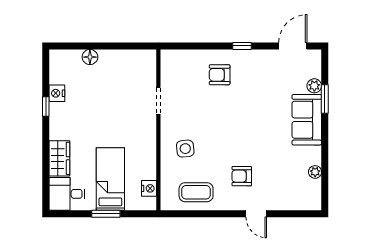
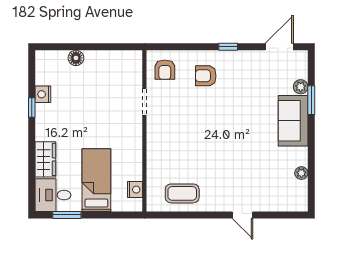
side table: (185, 149) -> (171, 150), removed
armchair: (242, 176) -> (165, 70), moved, turned -90
window: (106, 214) -> (67, 215), moved

